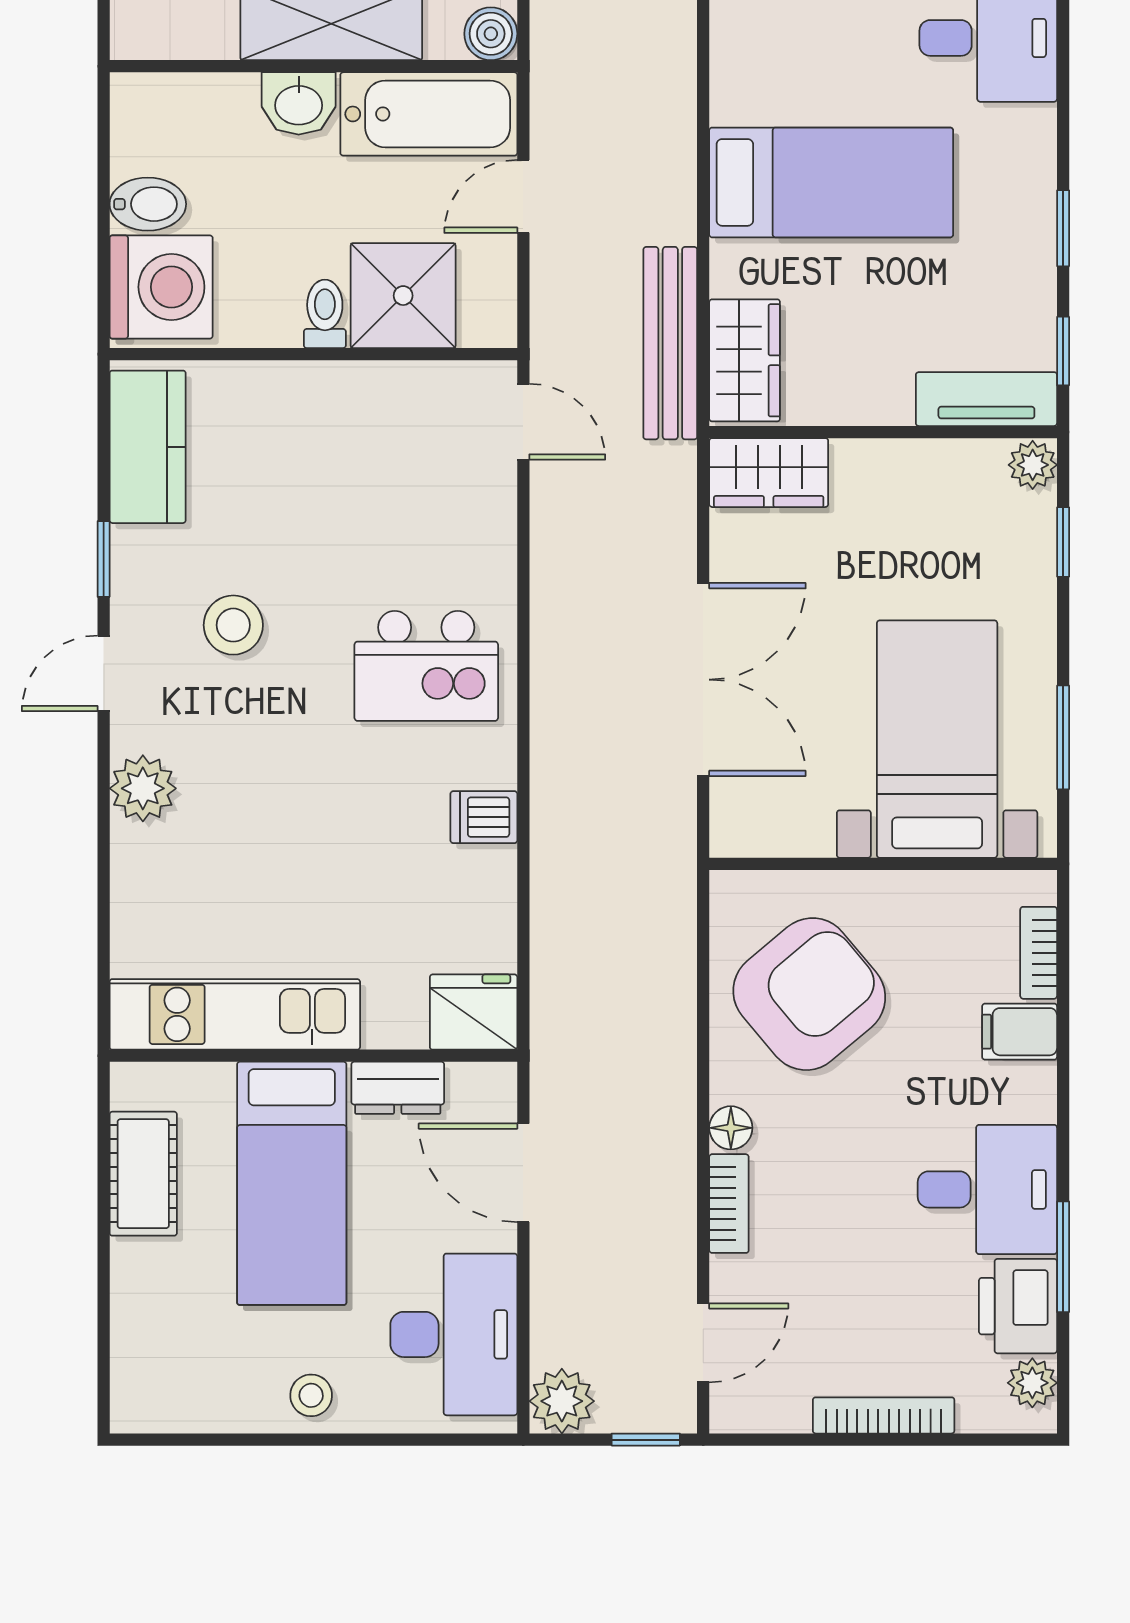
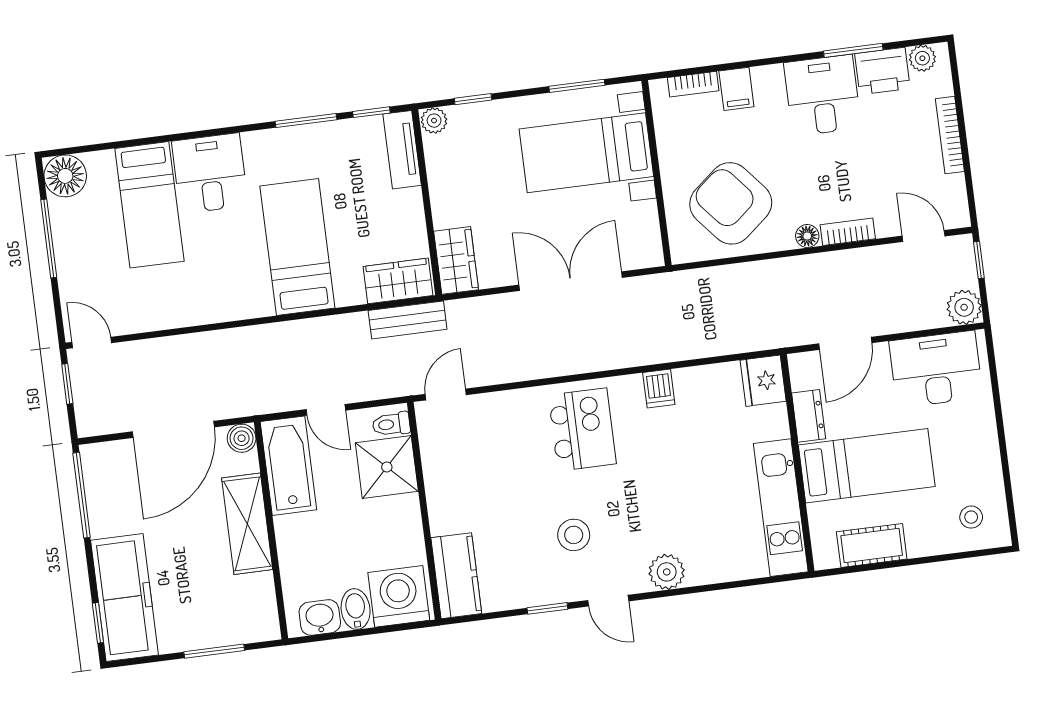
washbasin: (299, 103) -> (320, 617), moved, turned -90
window: (1063, 228) -> (306, 121), width x1.50
toilet: (325, 314) -> (391, 424), moved
bench: (670, 343) -> (408, 320), width x0.73
kitchen counter: (148, 447) -> (456, 576), moved, turned 90
stool: (311, 1395) -> (971, 517), moved

